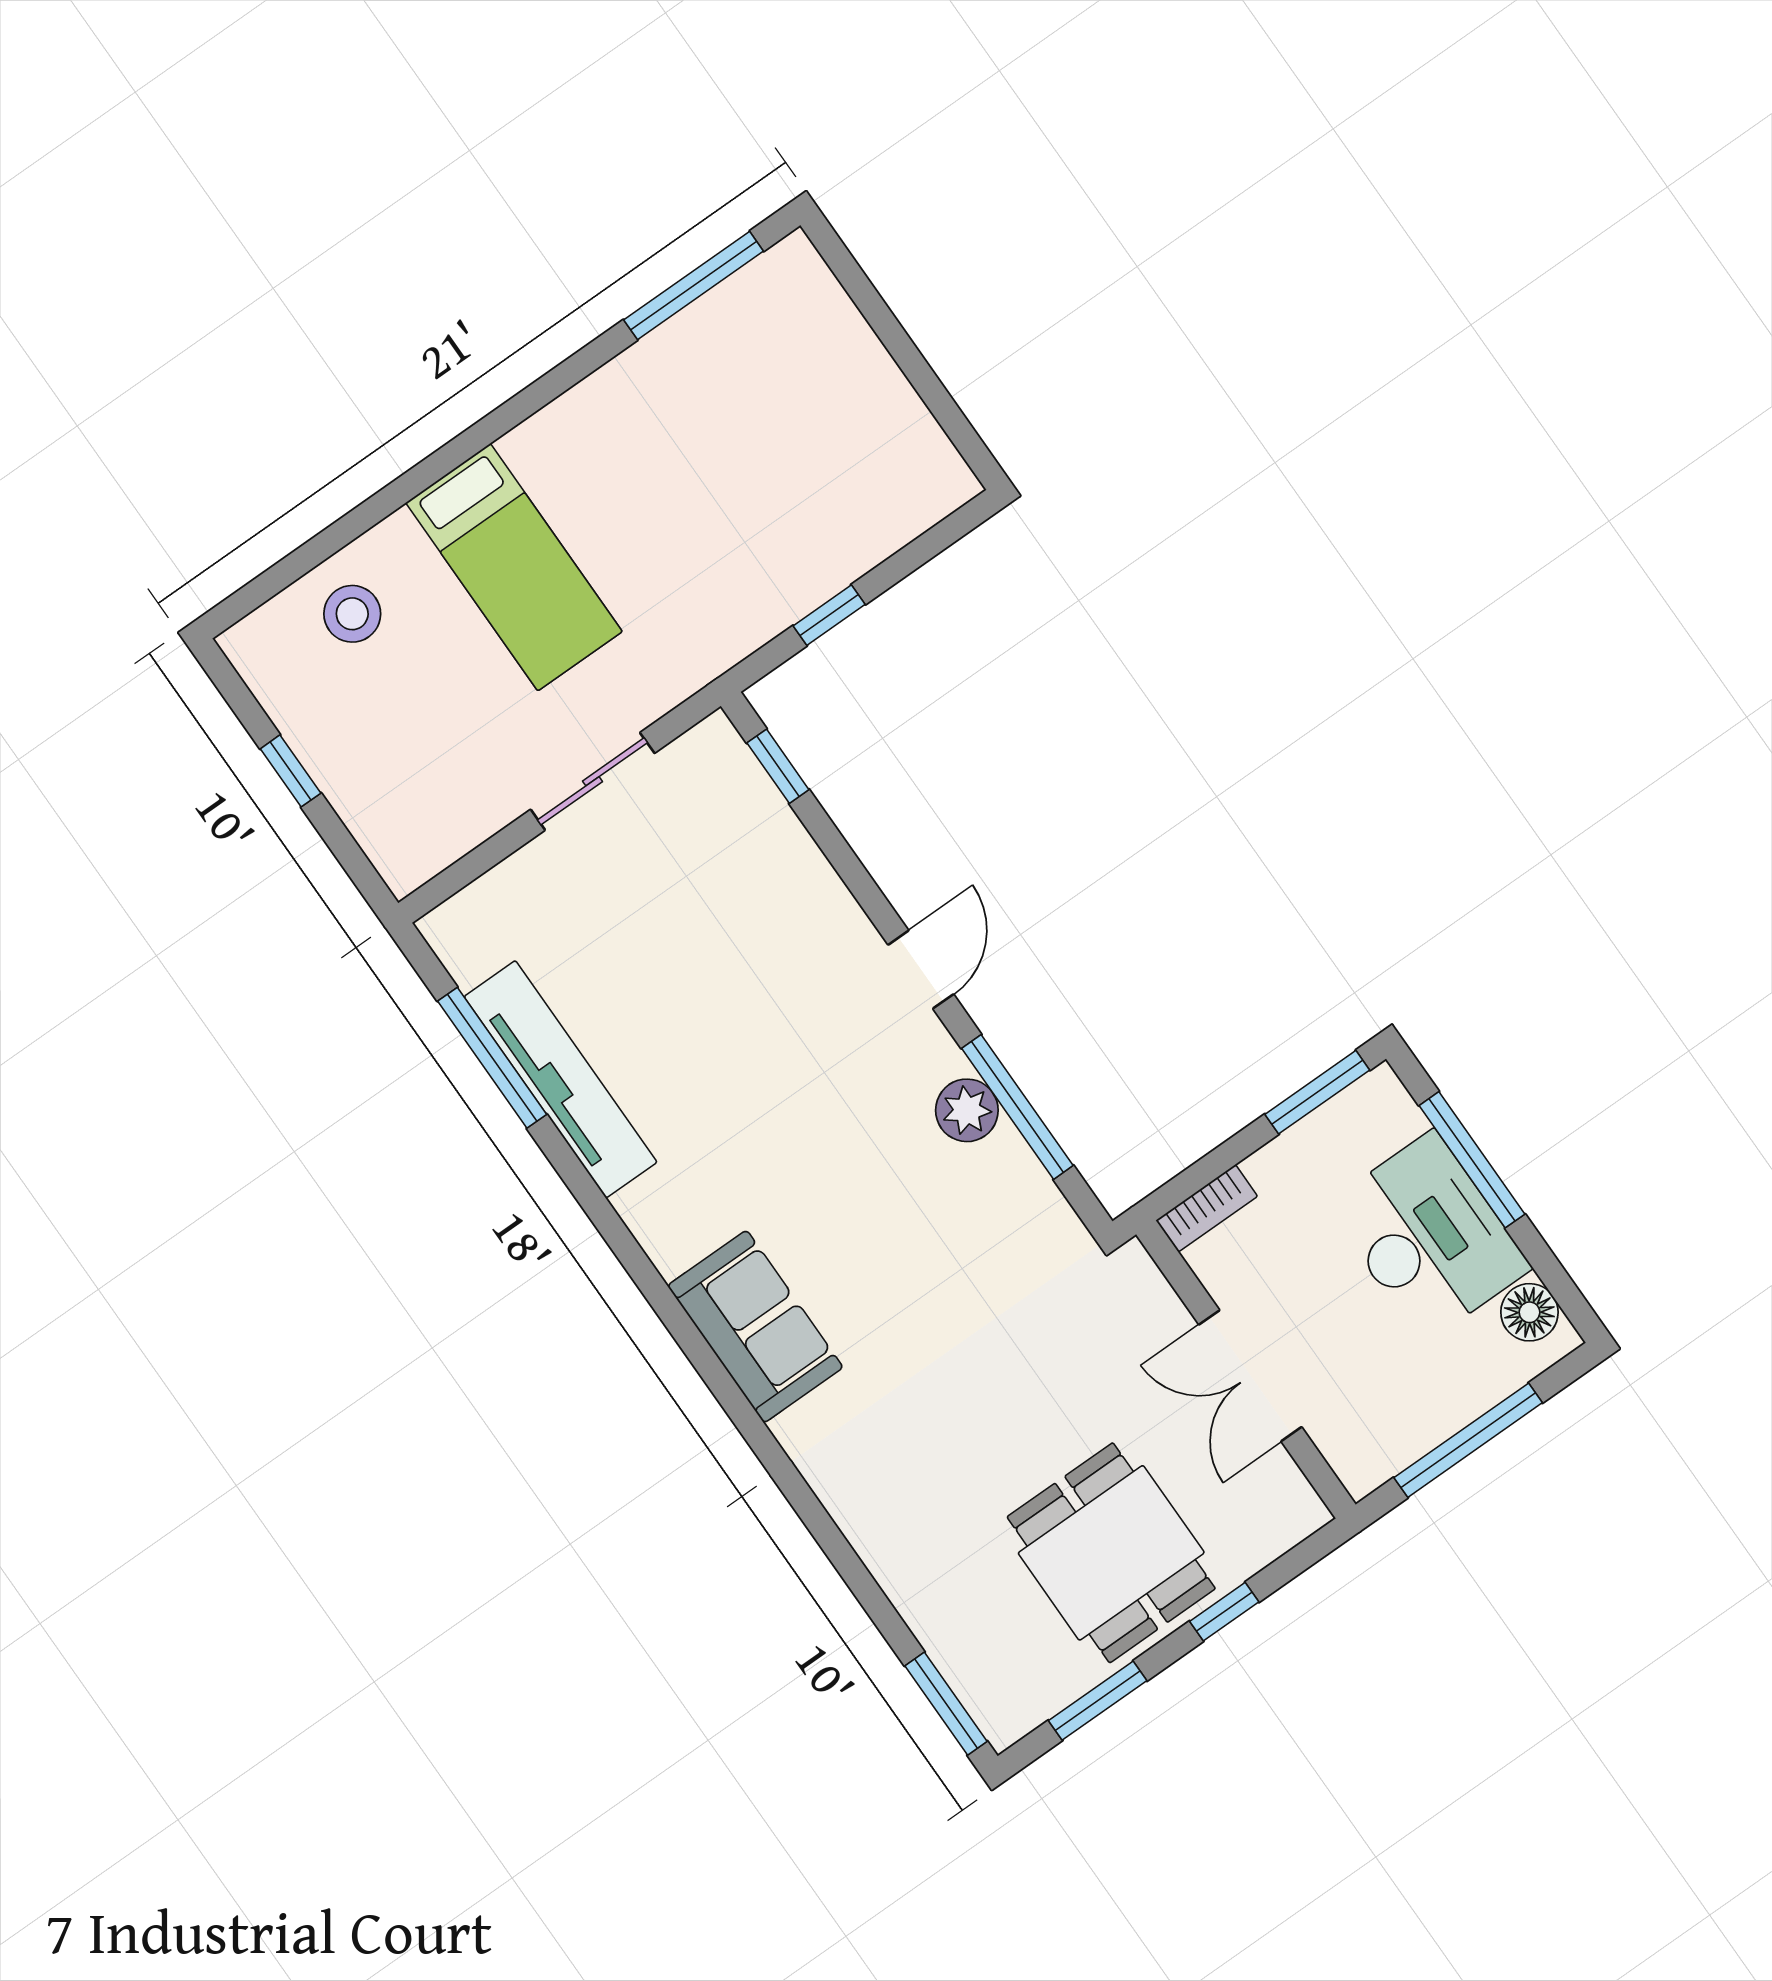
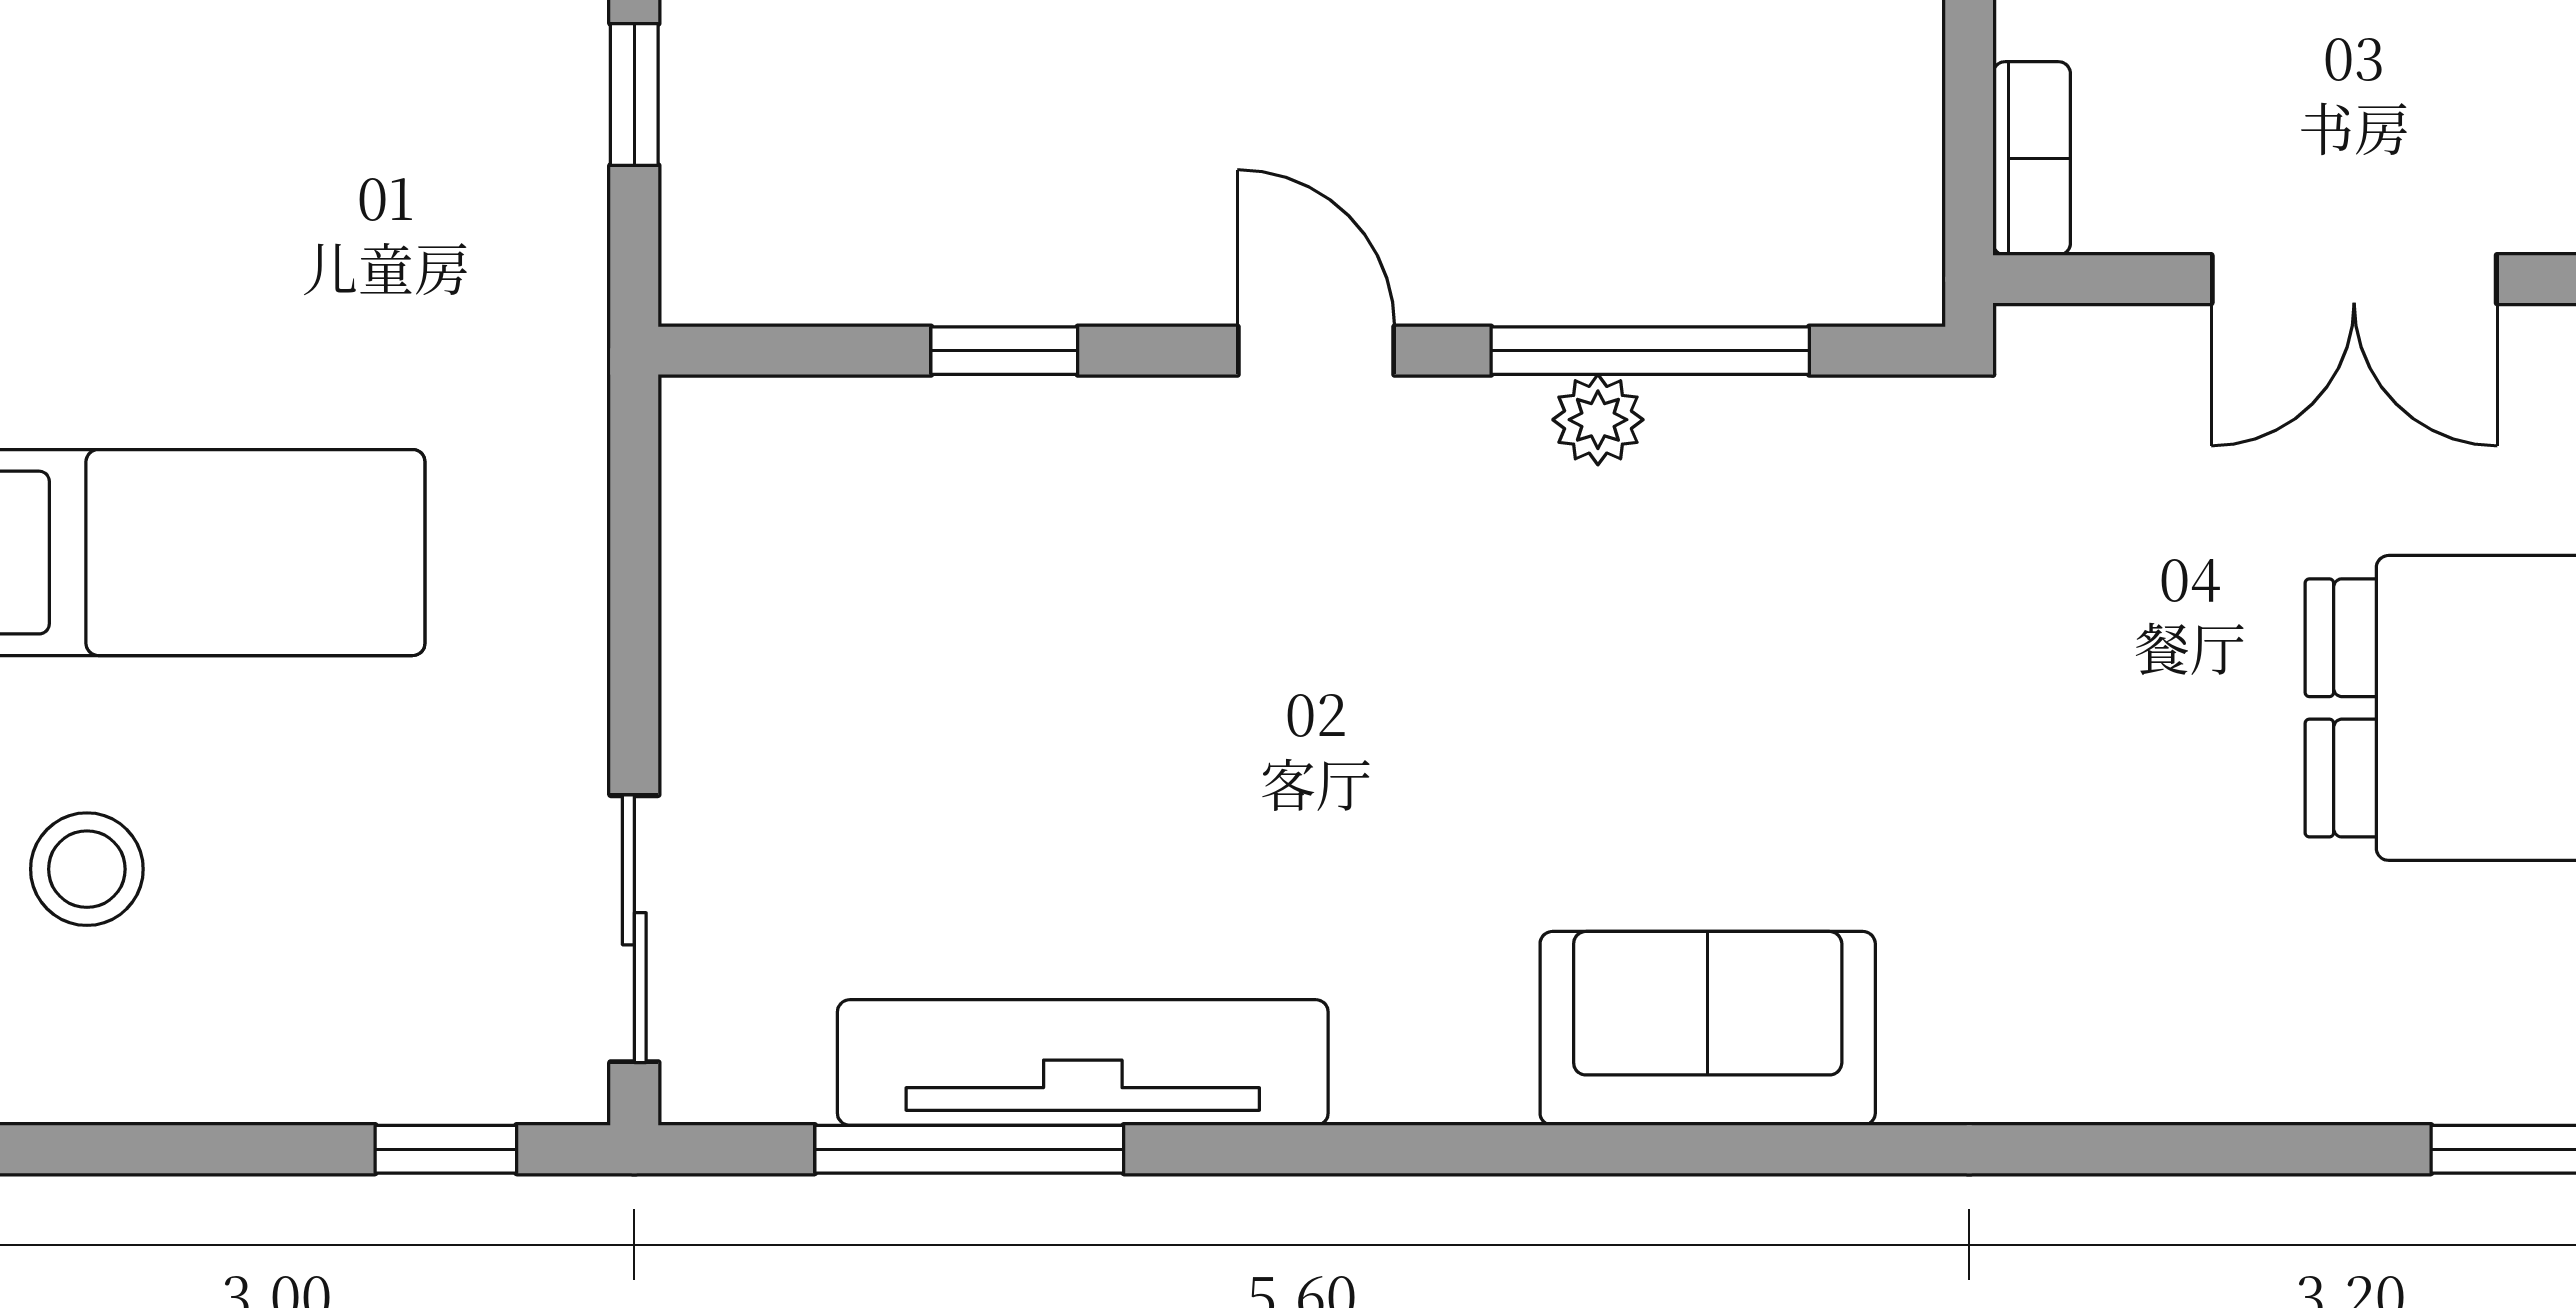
window: (778, 766) -> (1004, 351), moved
window: (291, 771) -> (446, 1149), moved
sliding door: (593, 781) -> (634, 929), moved
plant: (967, 1110) -> (1598, 420), width x0.73, depth x0.73

